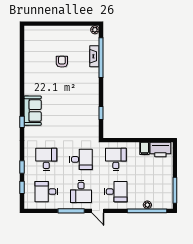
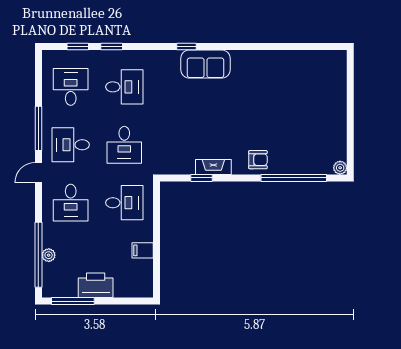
fireplace: (94, 56) -> (213, 167), moved
armchair: (62, 62) -> (258, 160), moved
printer: (160, 150) -> (96, 285), moved, turned 90

